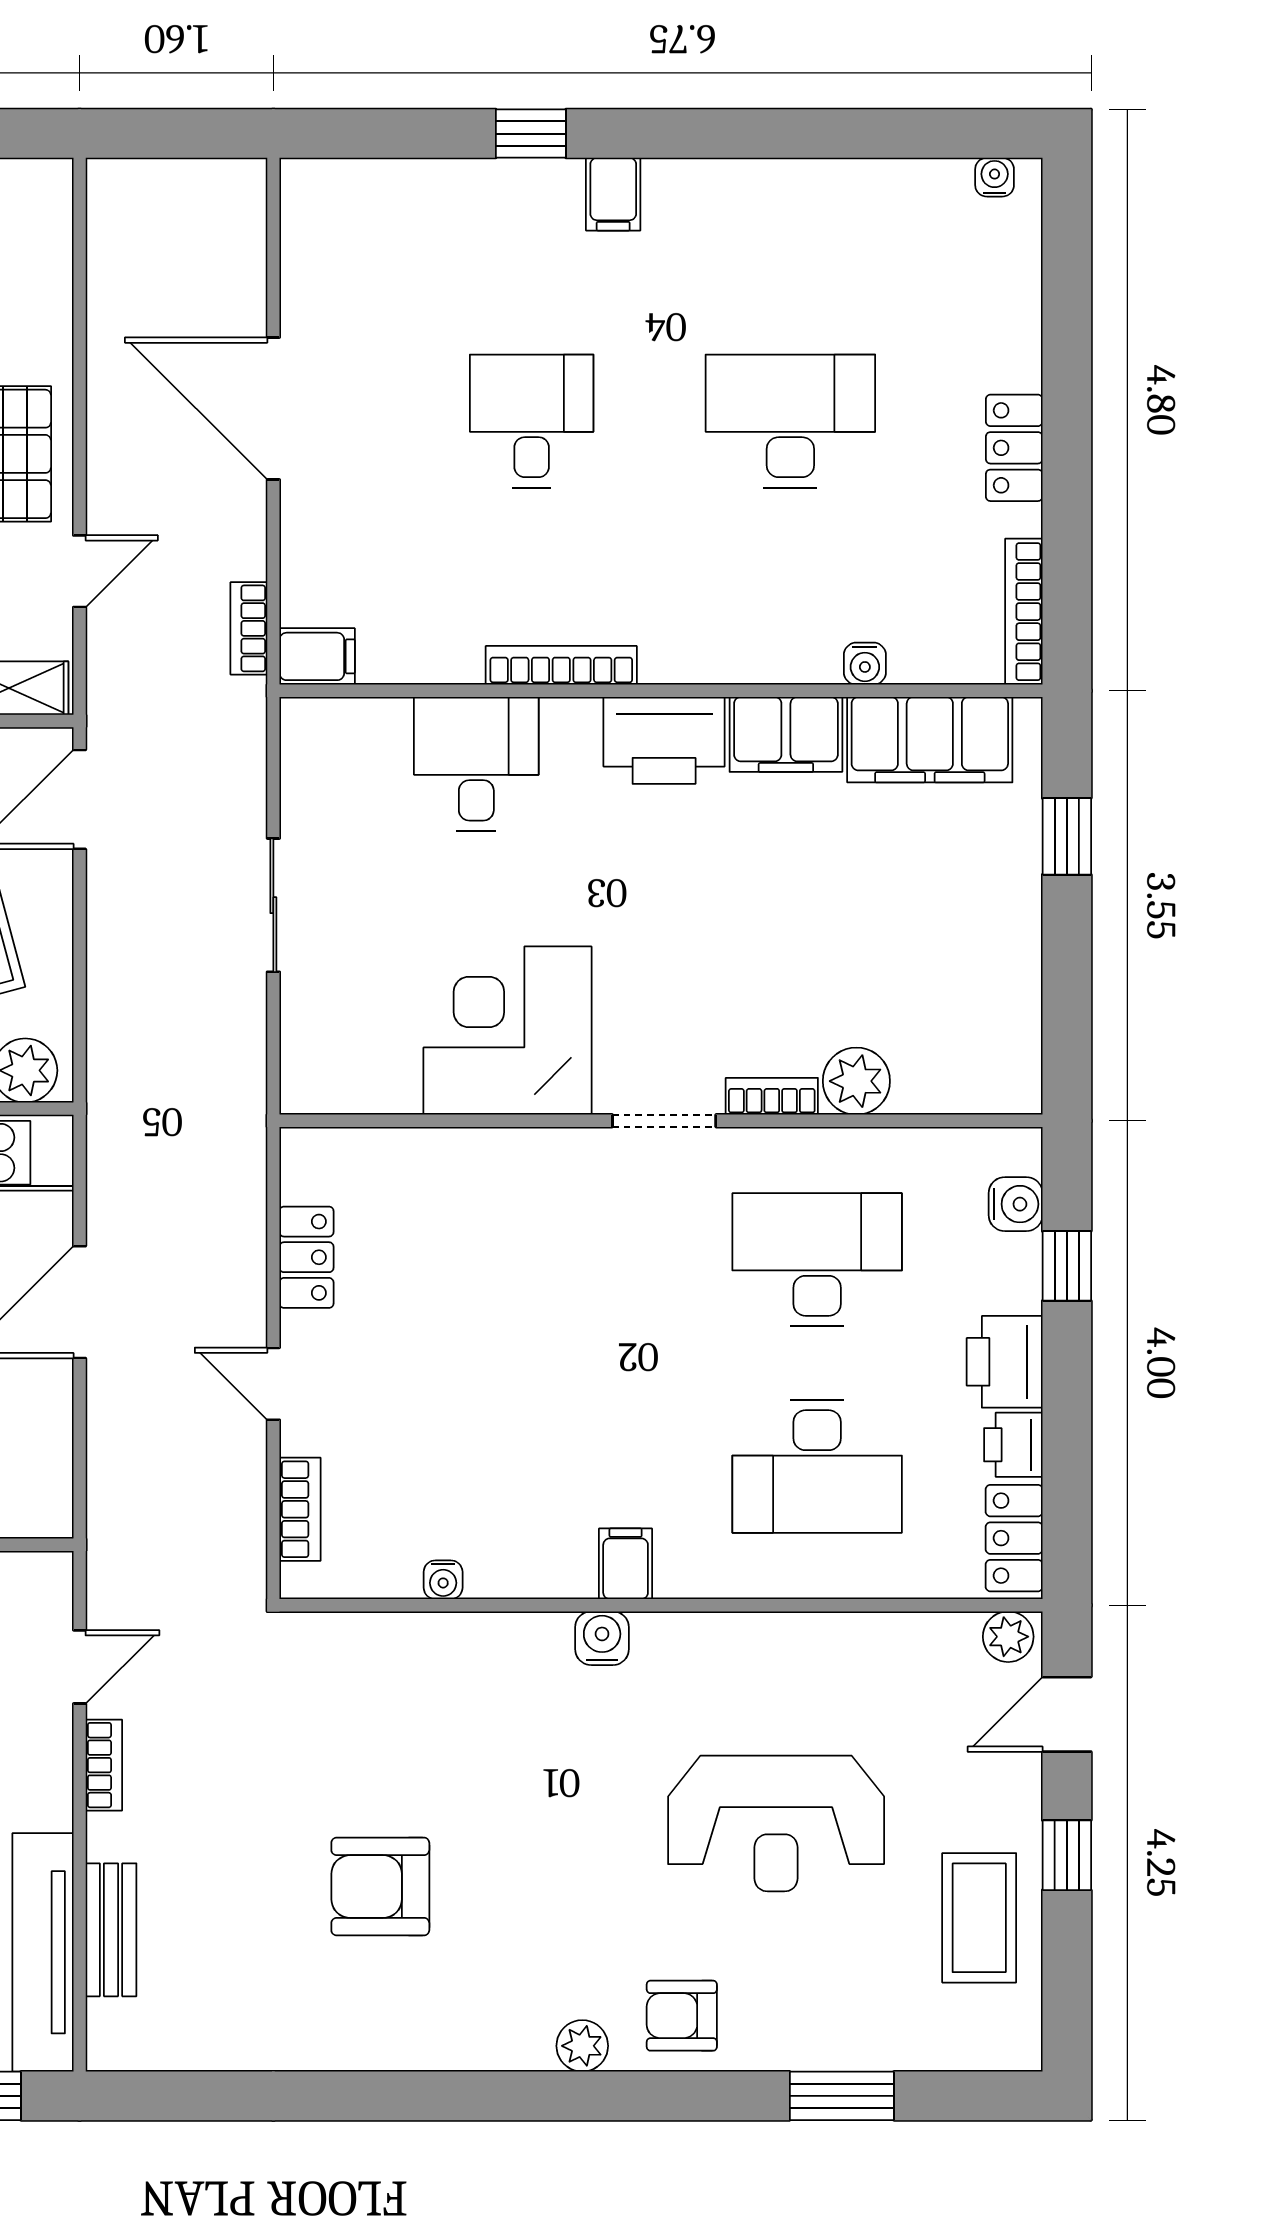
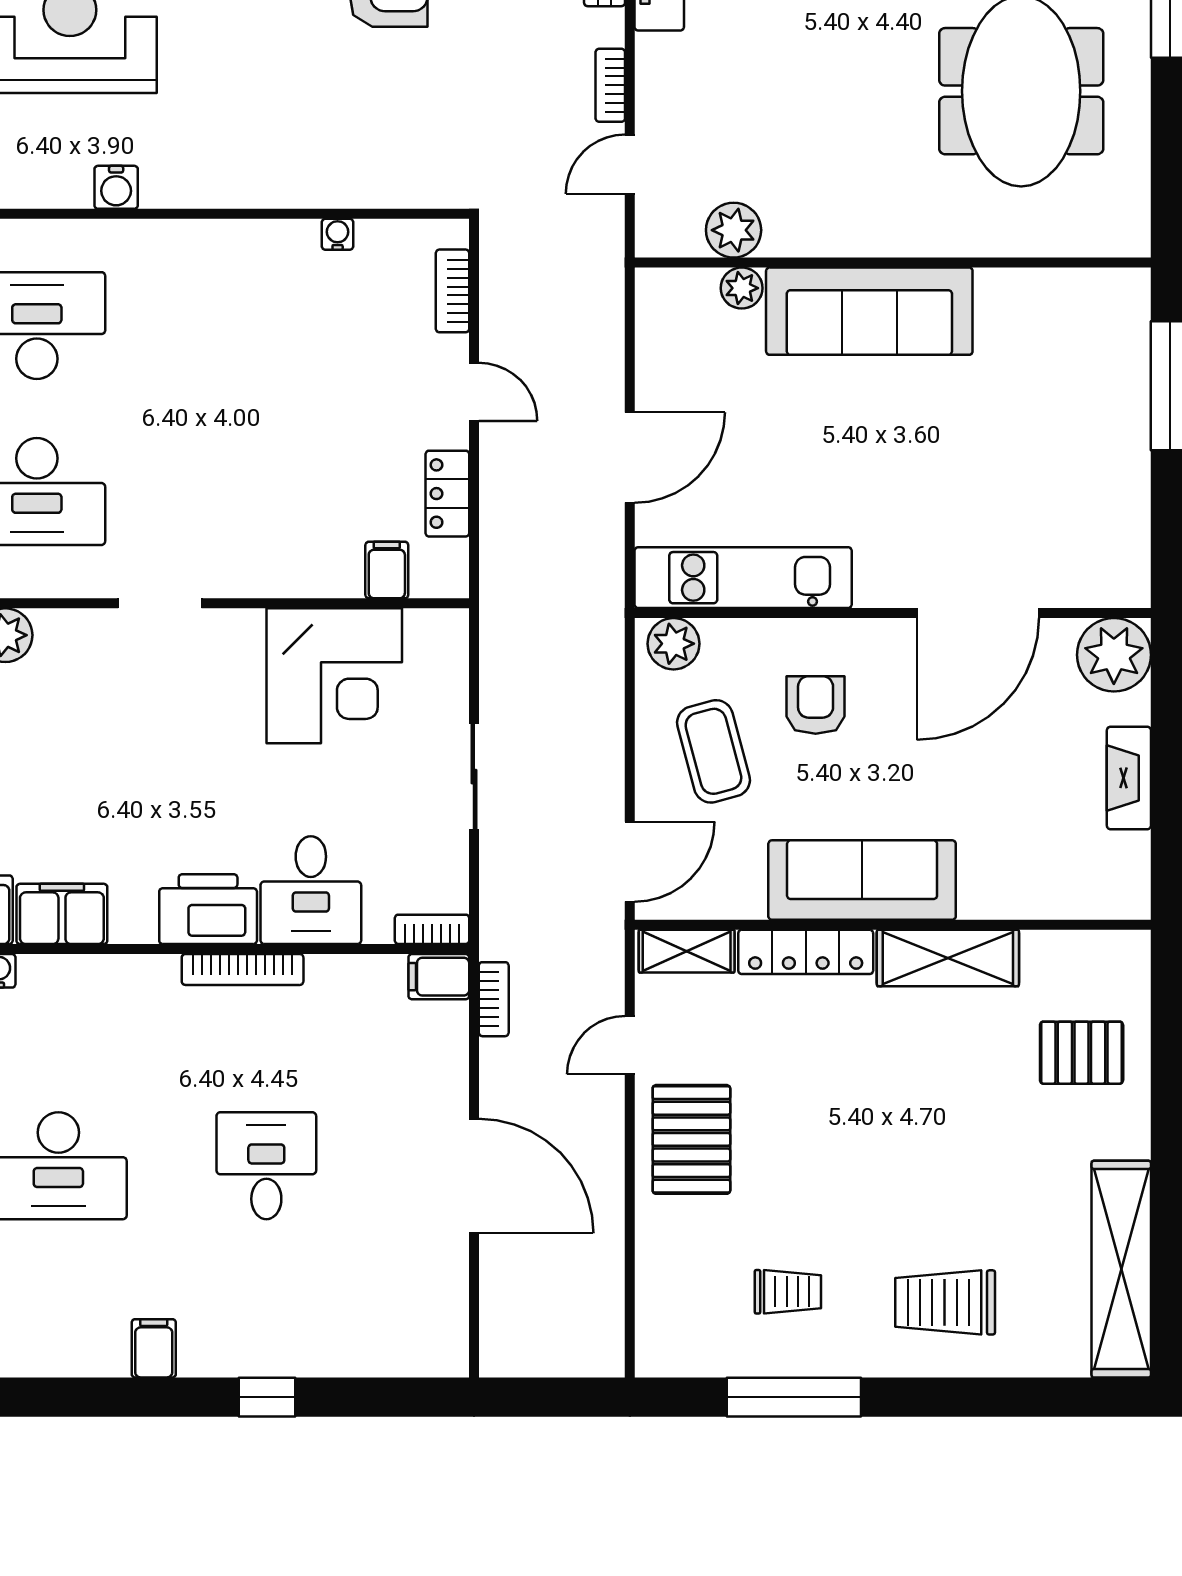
filing cabinet: (613, 194) -> (154, 1348), moved
desk: (532, 421) -> (266, 1166), turned 180
printer: (664, 740) -> (208, 909), moved
corner desk: (508, 1031) -> (334, 676), moved
bookcase: (772, 1096) -> (432, 929), moved, turned 180
filing cabinet: (626, 1564) -> (387, 570), moved, turned 180
water cooler: (602, 1638) -> (116, 187), moved

